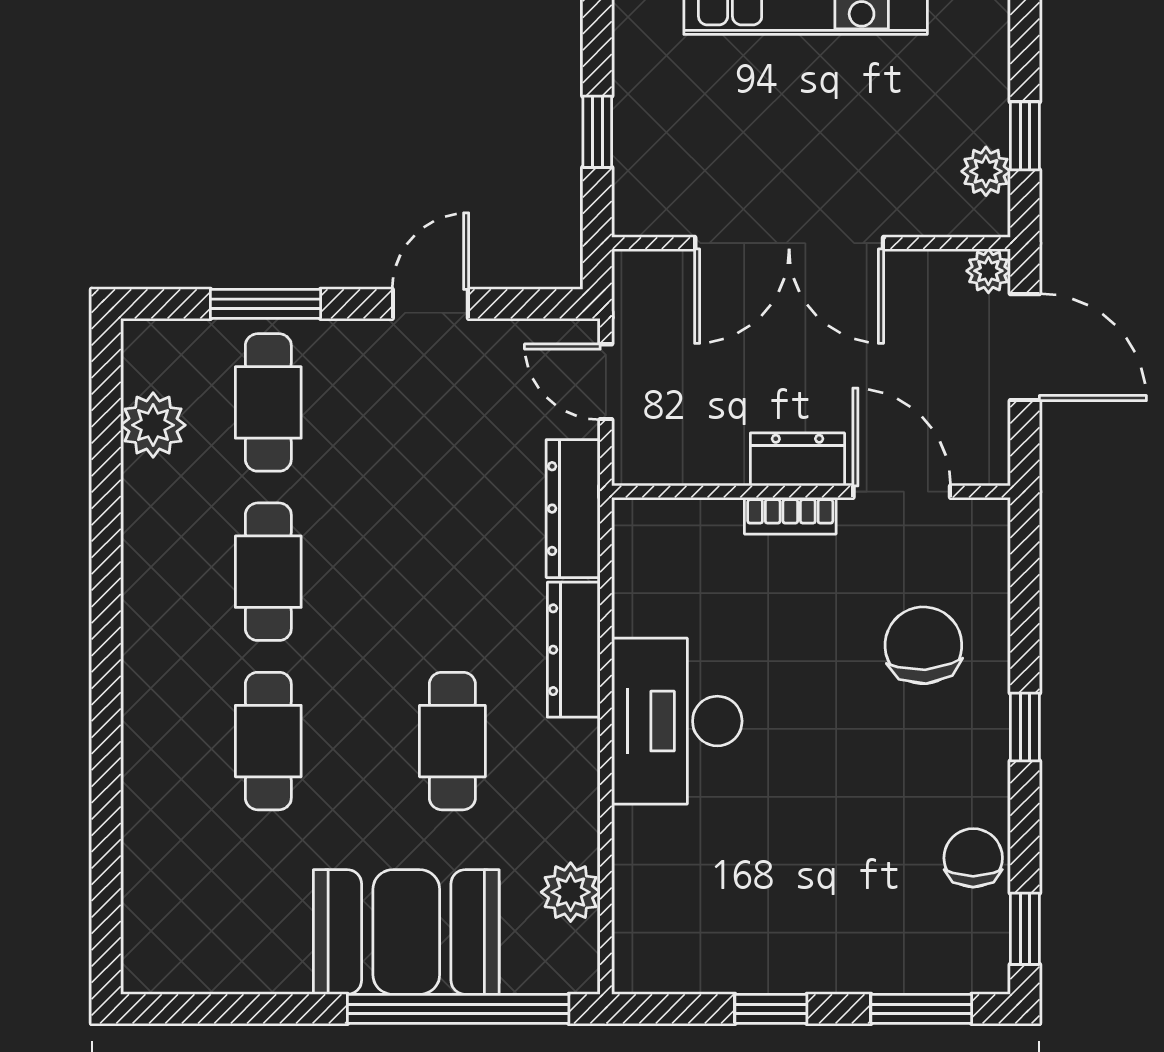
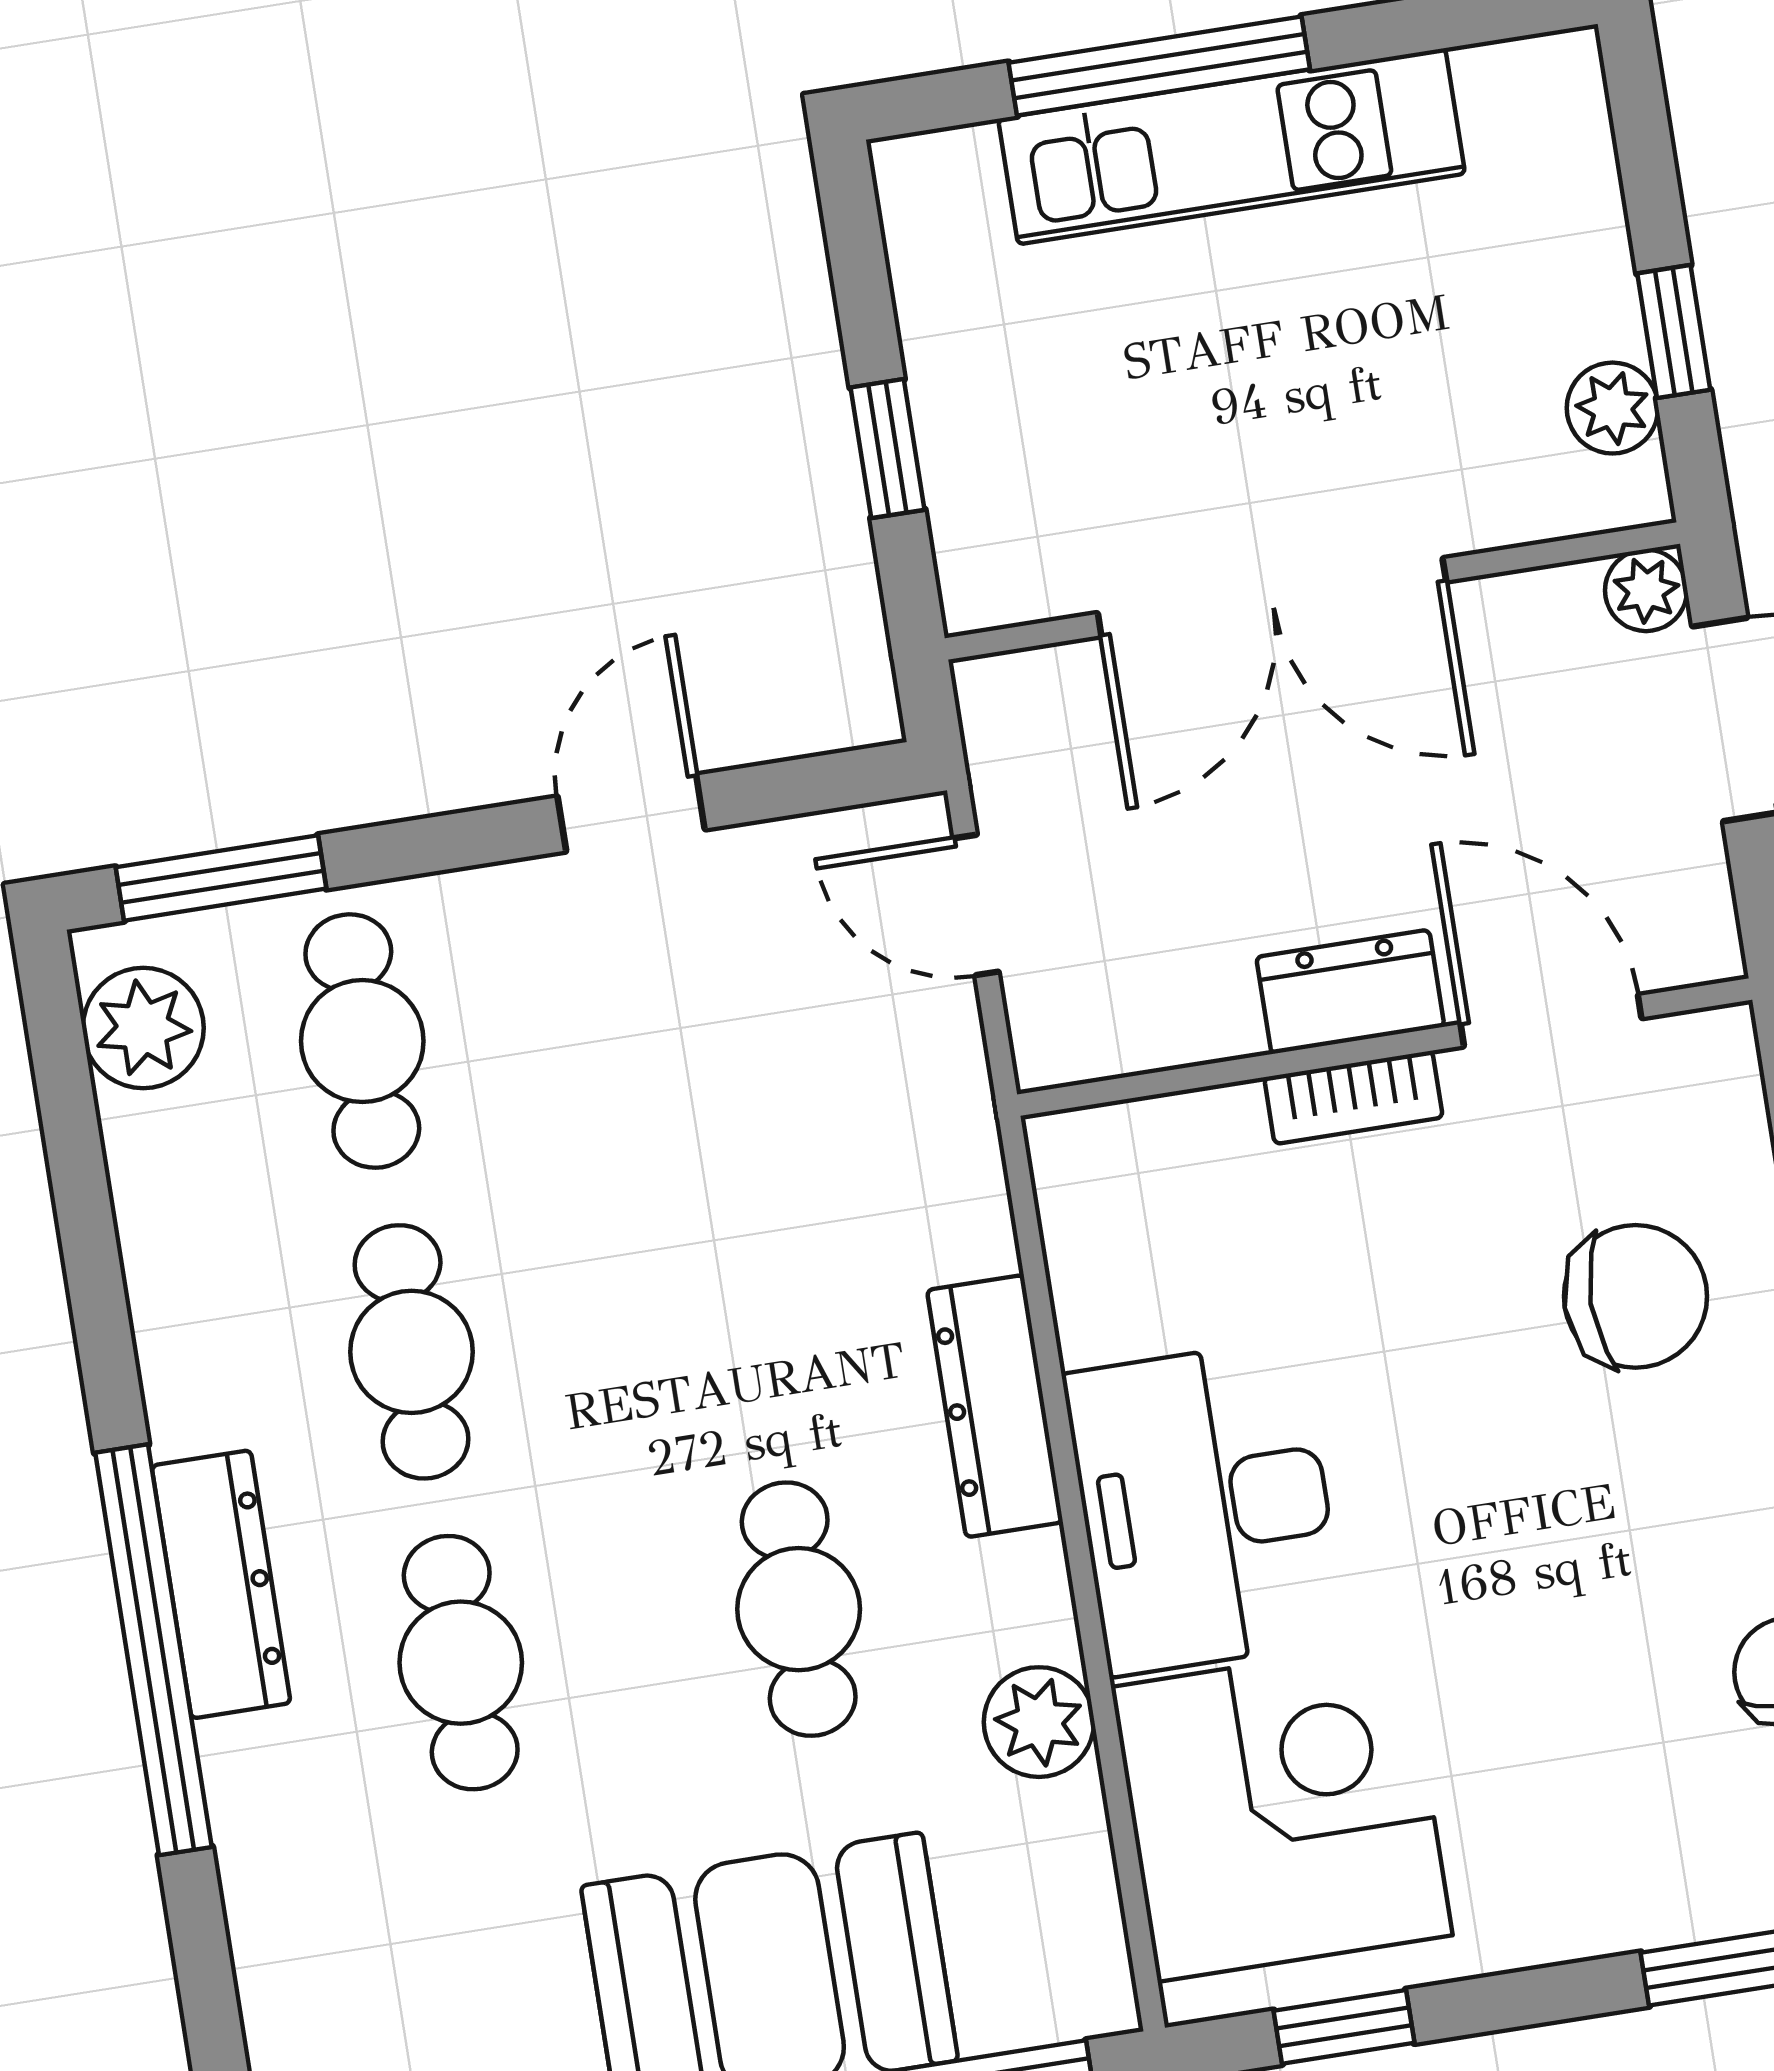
window: (265, 304) -> (221, 878), moved
plant: (153, 425) -> (143, 1028), moved
dresser: (573, 509) -> (221, 1584), moved, turned 180
chair: (923, 645) -> (1635, 1296), turned 94
window: (106, 708) -> (153, 1650), added
corner desk: (692, 889) -> (1282, 1811), added
plant: (571, 892) -> (1039, 1722), moved
window: (771, 1009) -> (1344, 2027), moved

